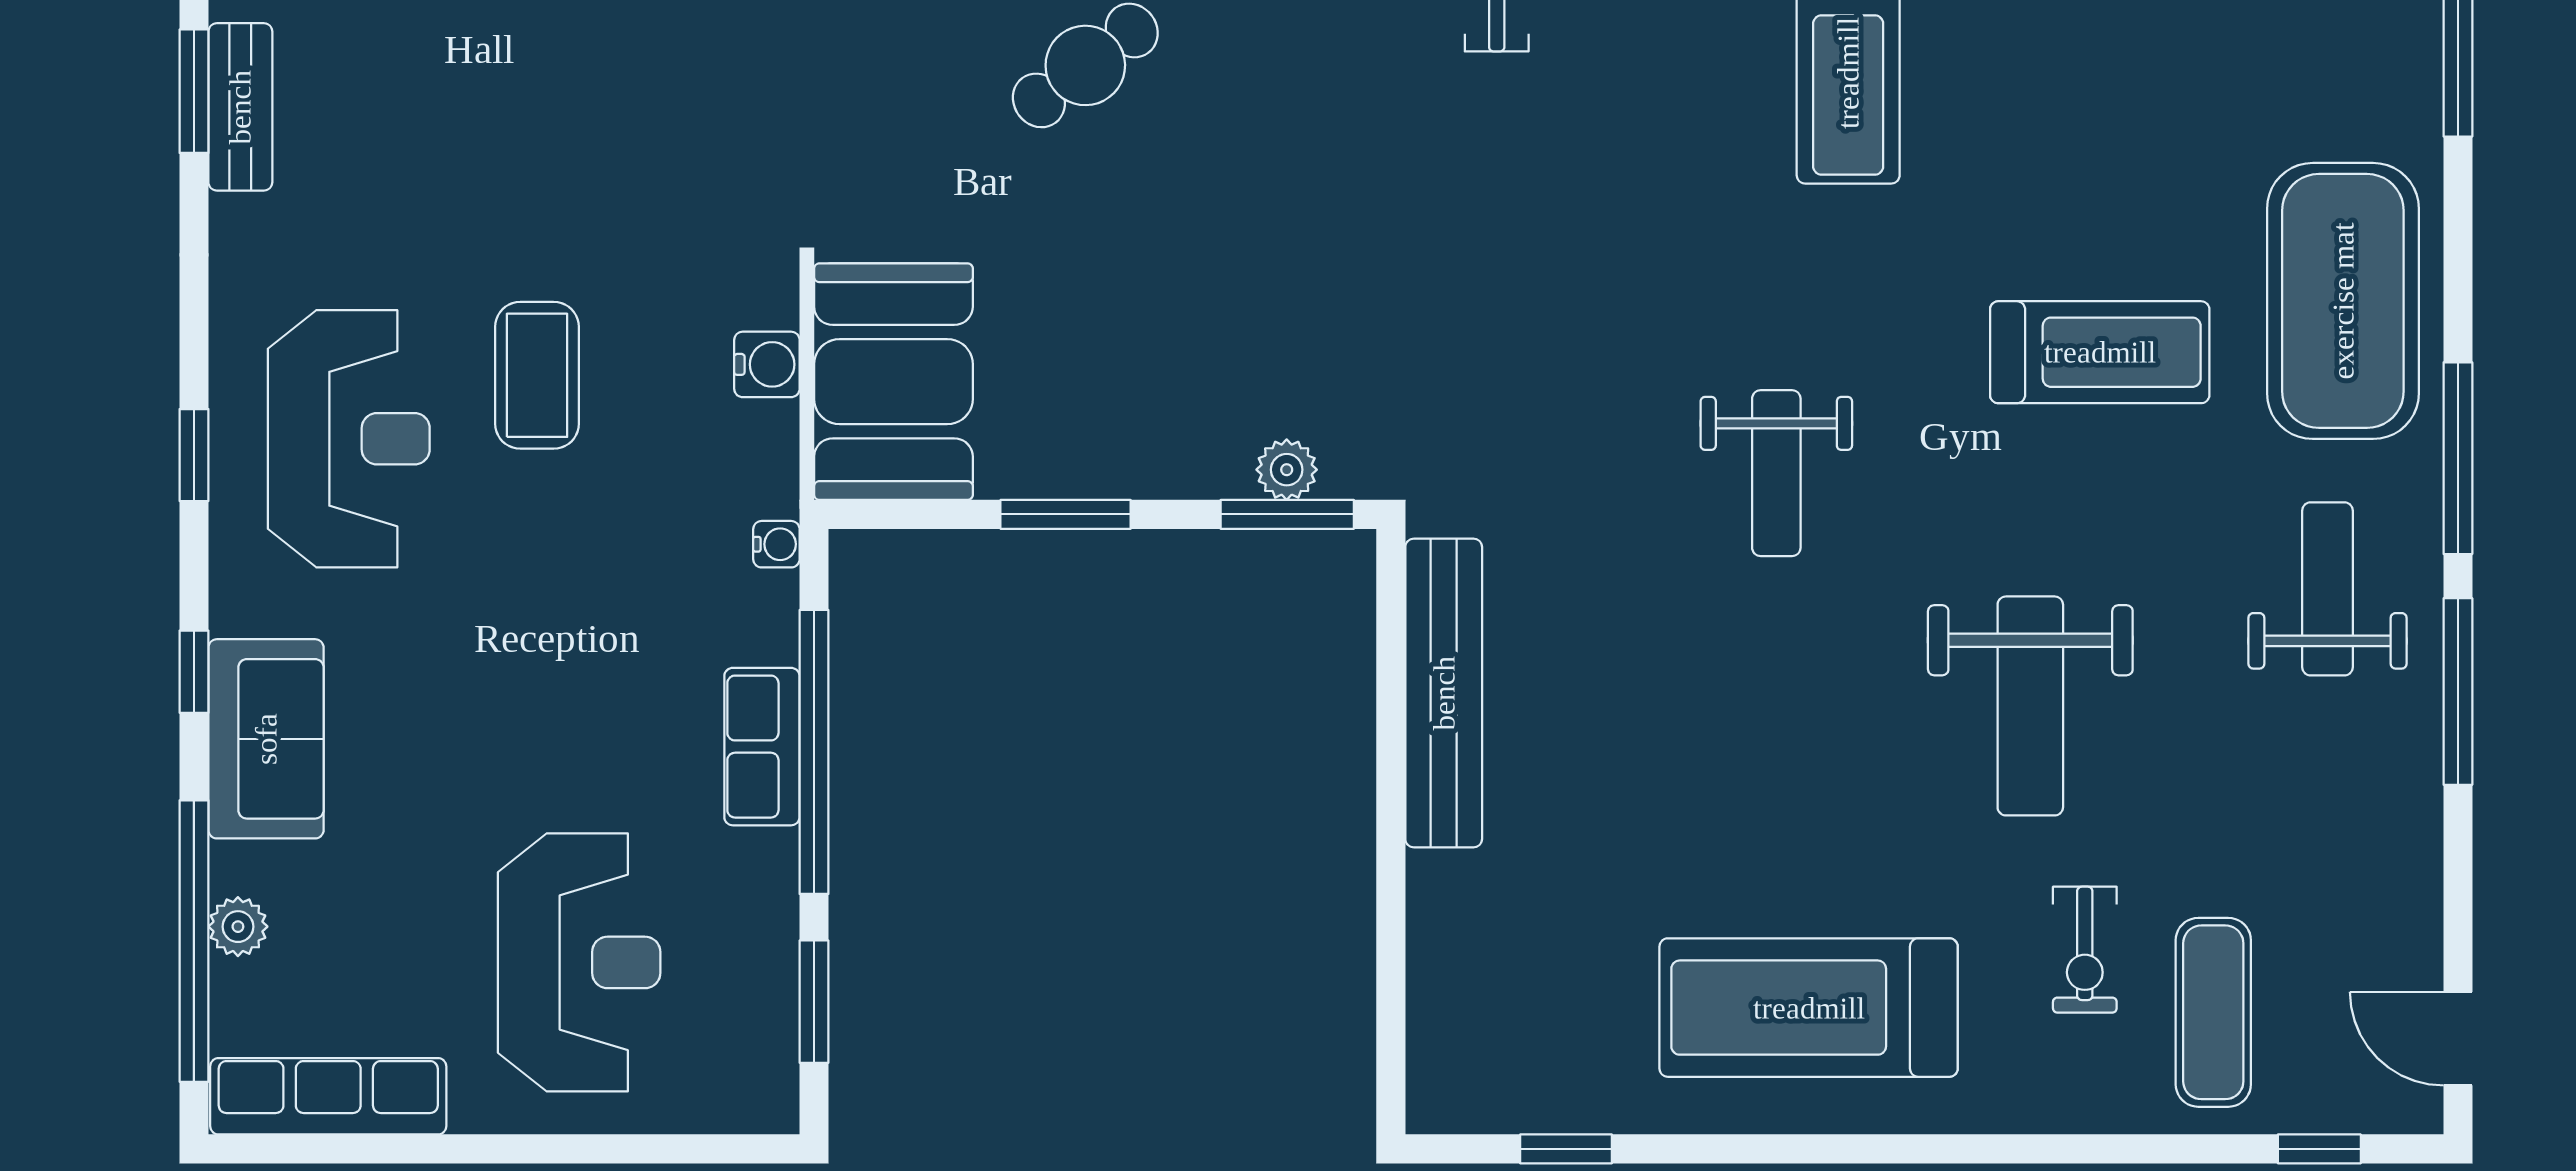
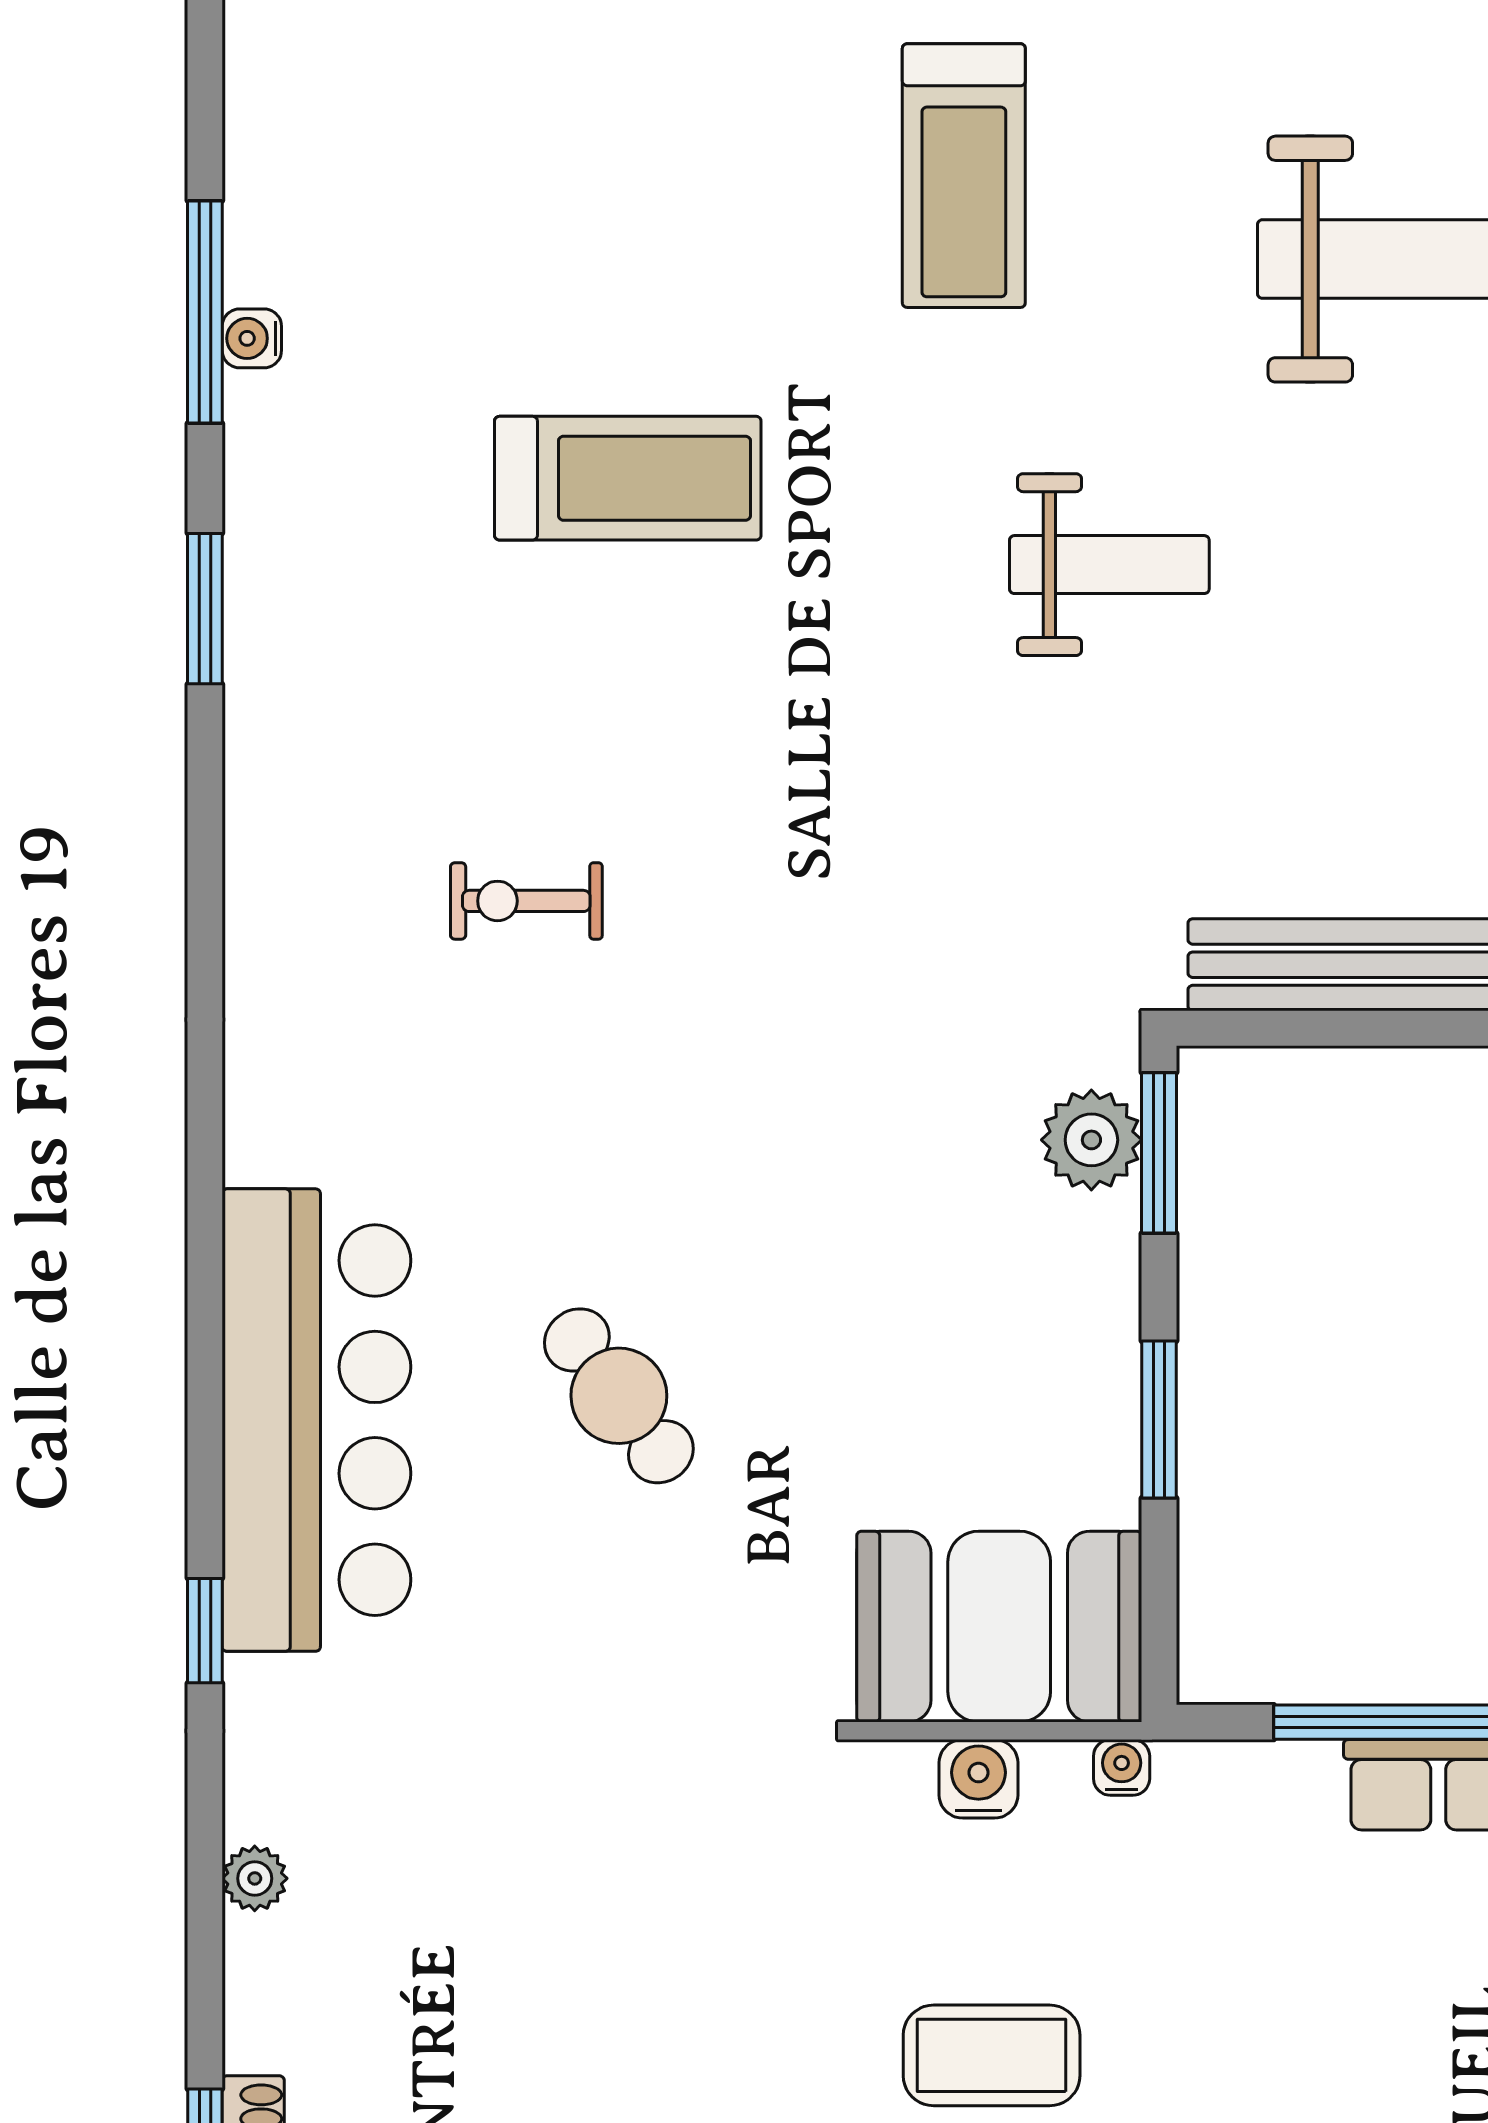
treadmill: (2100, 352) -> (964, 176), turned 180
plant: (1287, 470) -> (1091, 1140), width x1.38, depth x1.38
water cooler: (776, 544) -> (1122, 1767), moved

